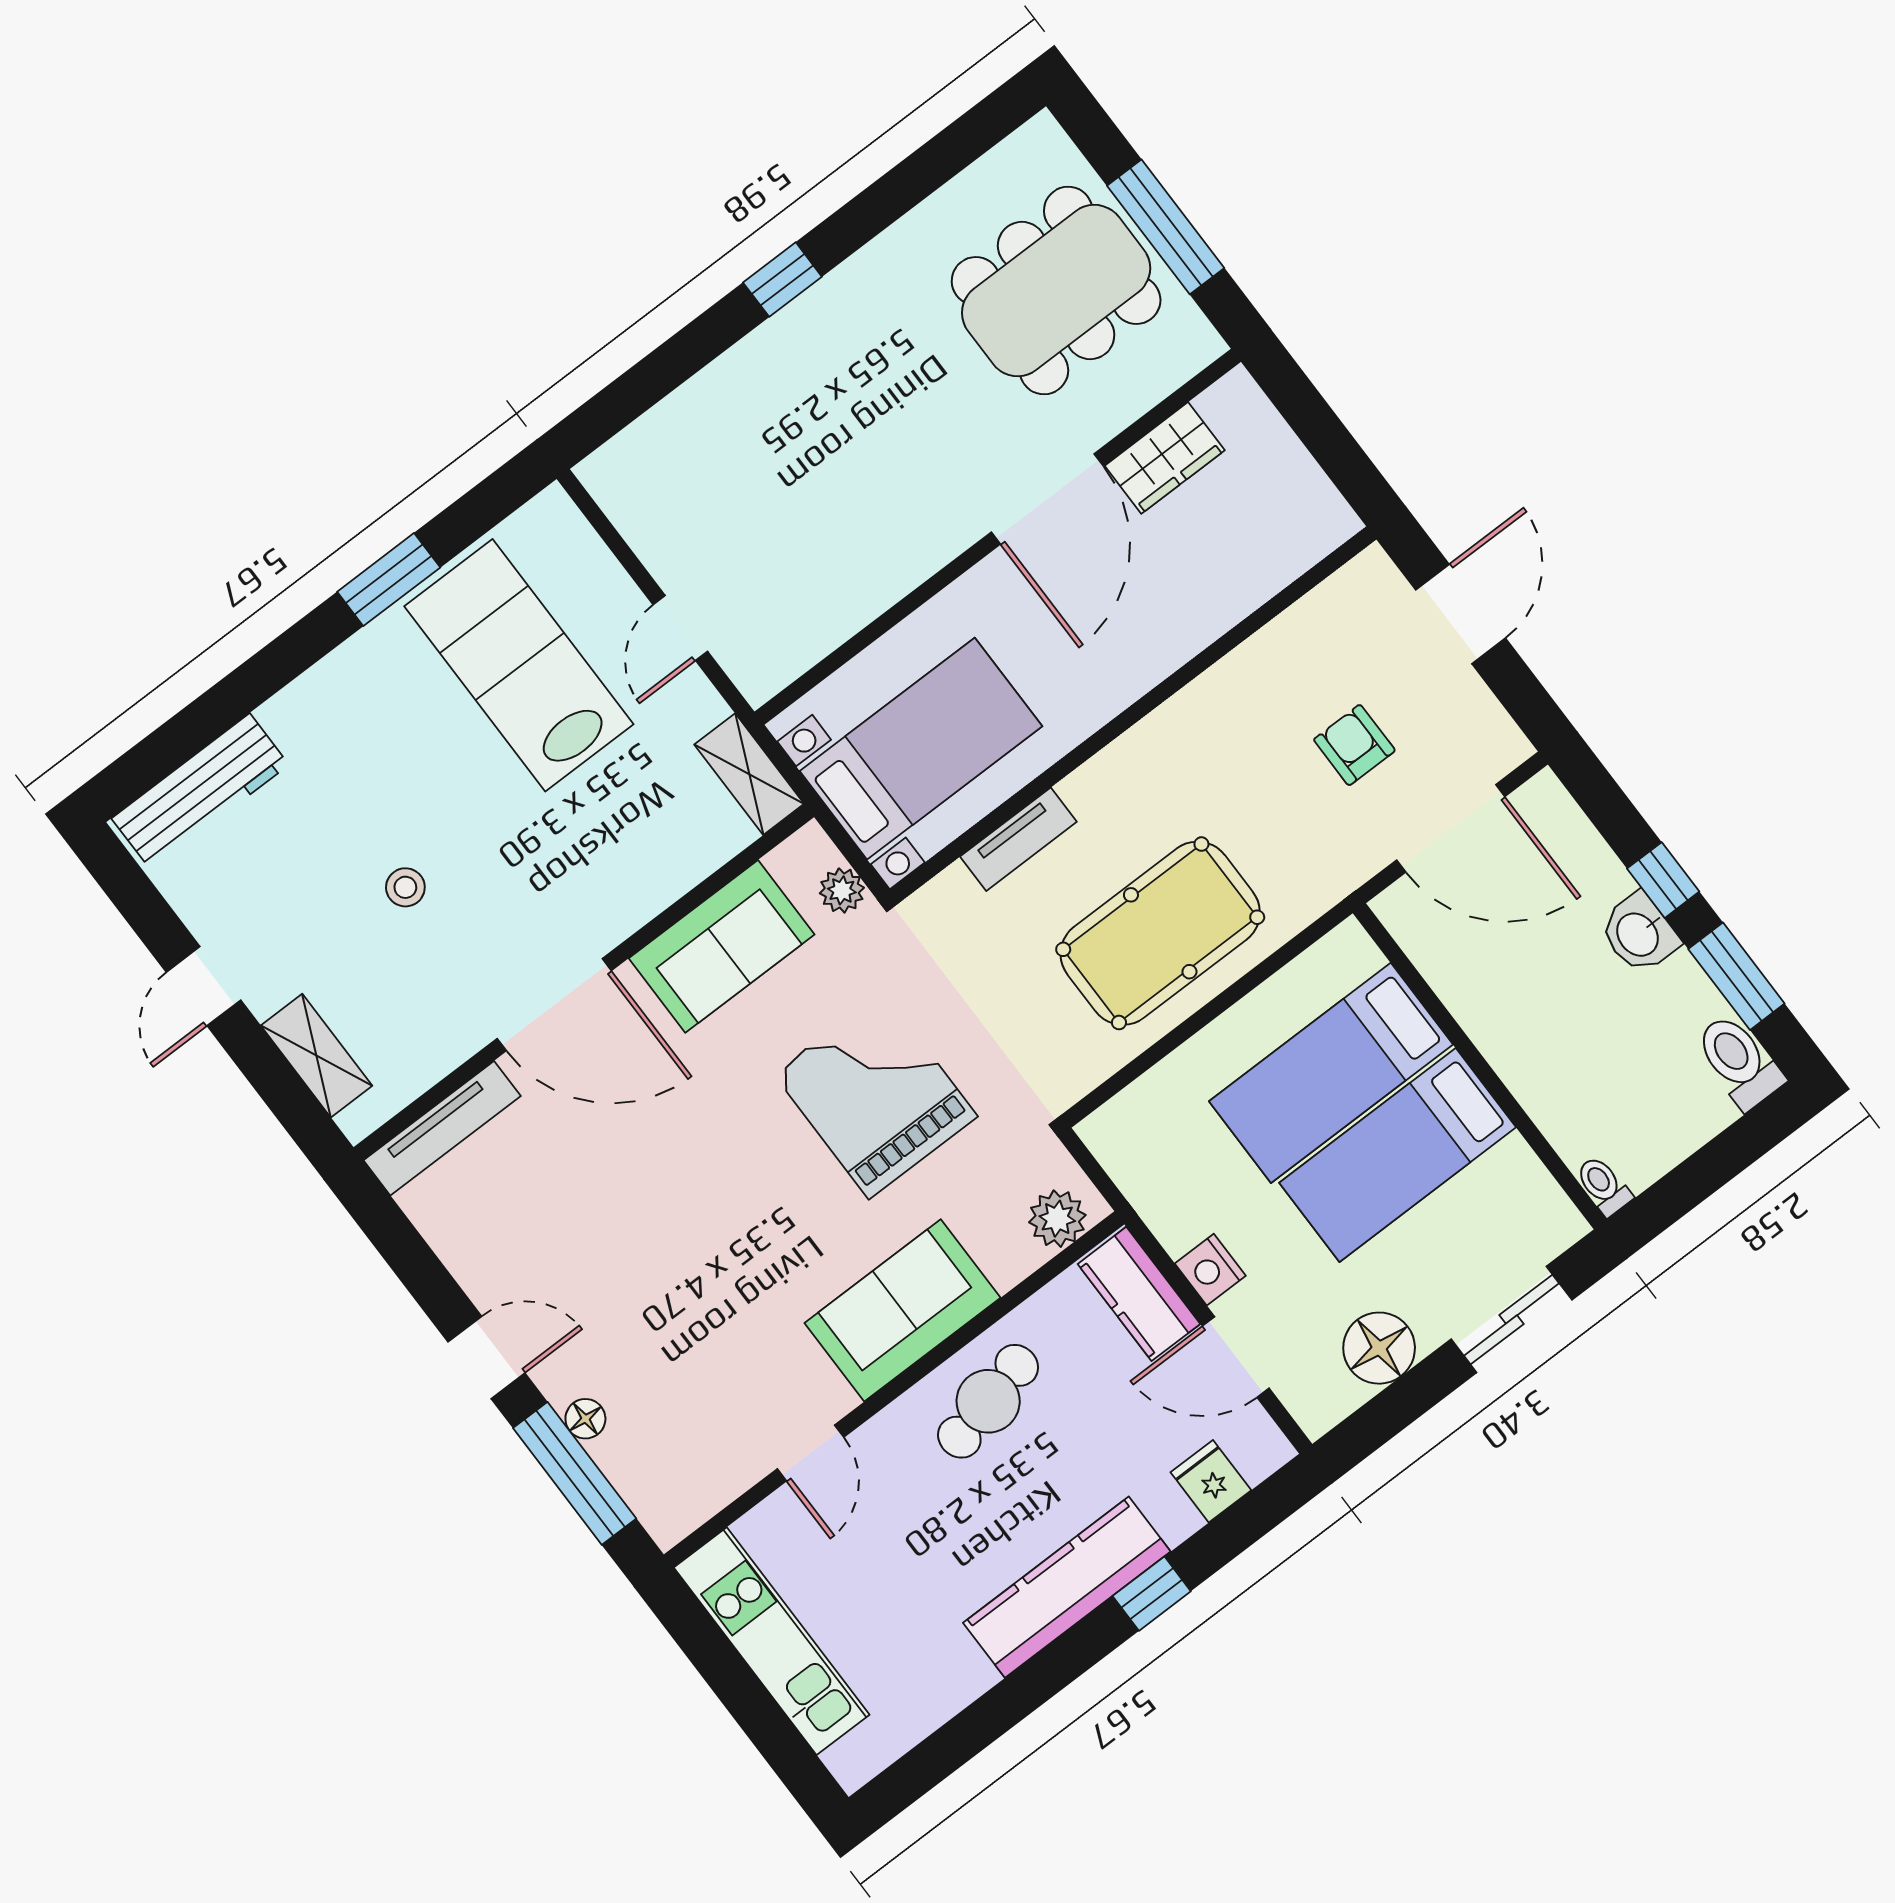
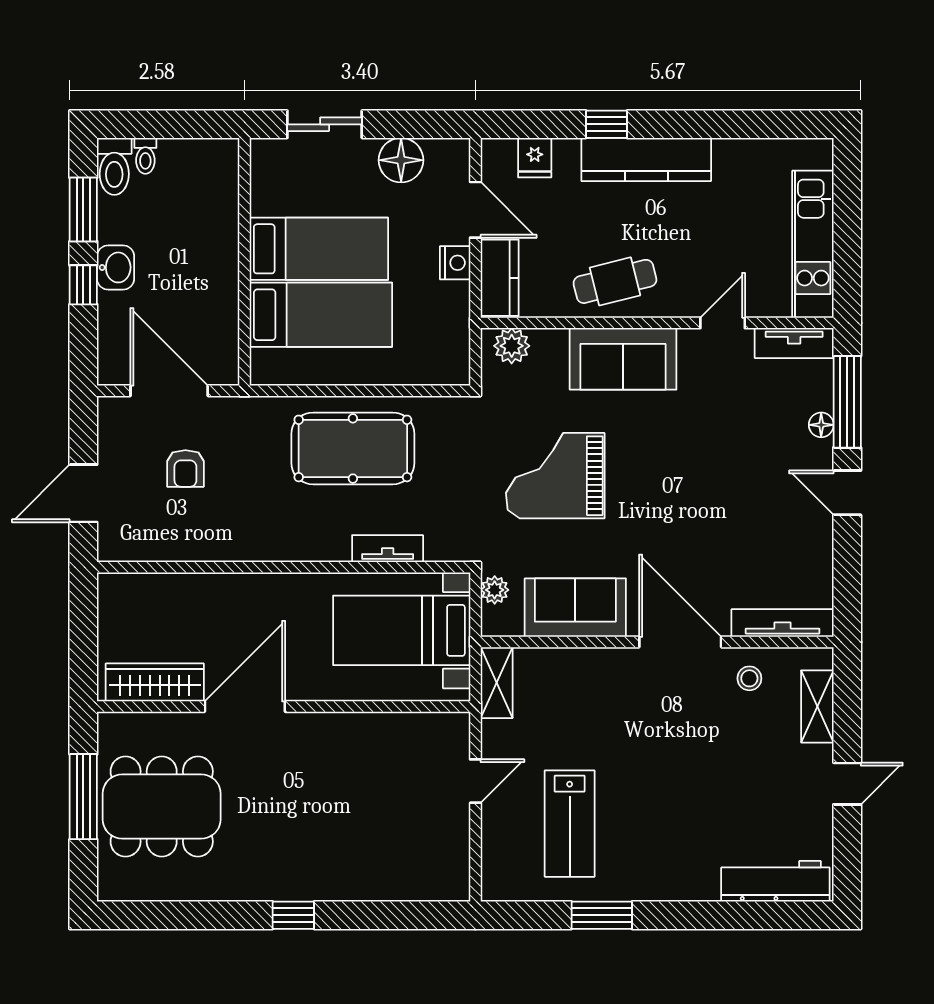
wardrobe: (1165, 458) -> (155, 682), width x1.50
lab bench: (519, 665) -> (570, 824), width x0.73, depth x0.72
stool: (405, 887) -> (749, 678), moved
grand piano: (876, 1095) -> (555, 476), turned 90
toilet: (1603, 1186) -> (145, 156), moved
tv unit: (700, 1497) -> (794, 343), added

